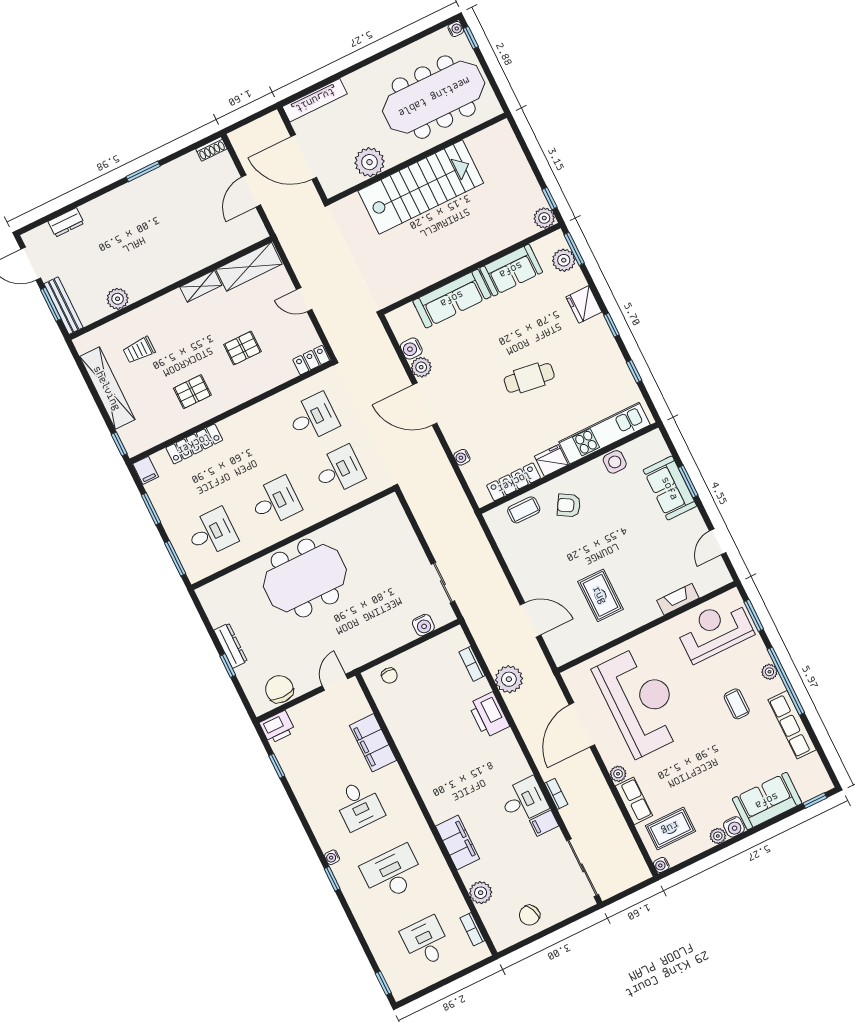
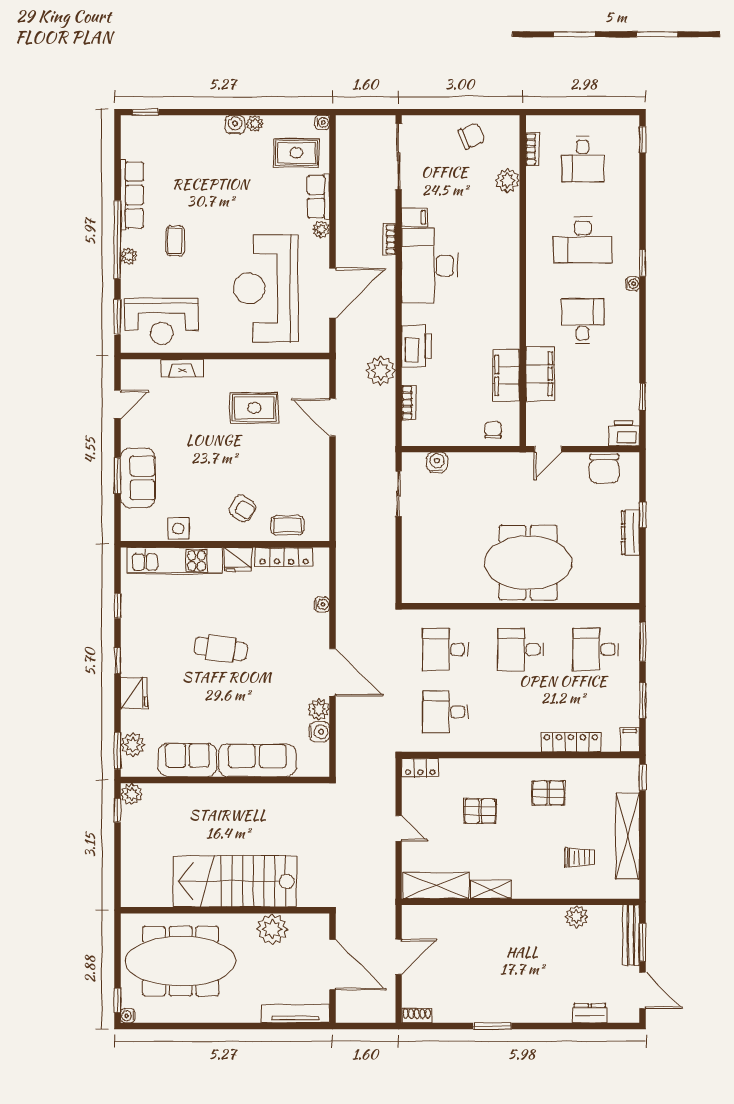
rug: (600, 595) -> (254, 408), turned 90
desk: (524, 800) -> (430, 266), width x1.87, depth x1.30
sofa: (767, 801) -> (191, 134), removed
filing cabinet: (457, 842) -> (506, 375), moved

